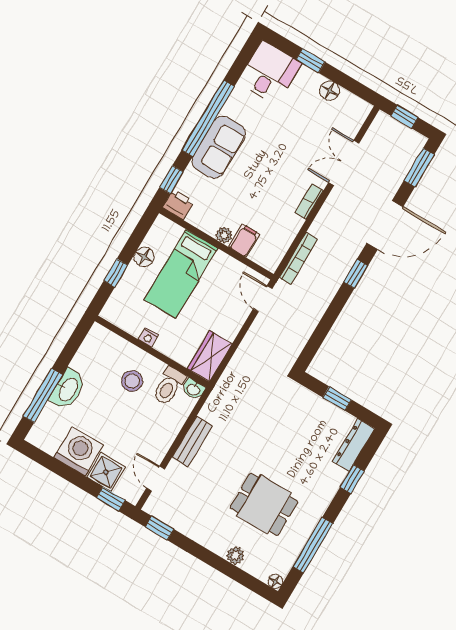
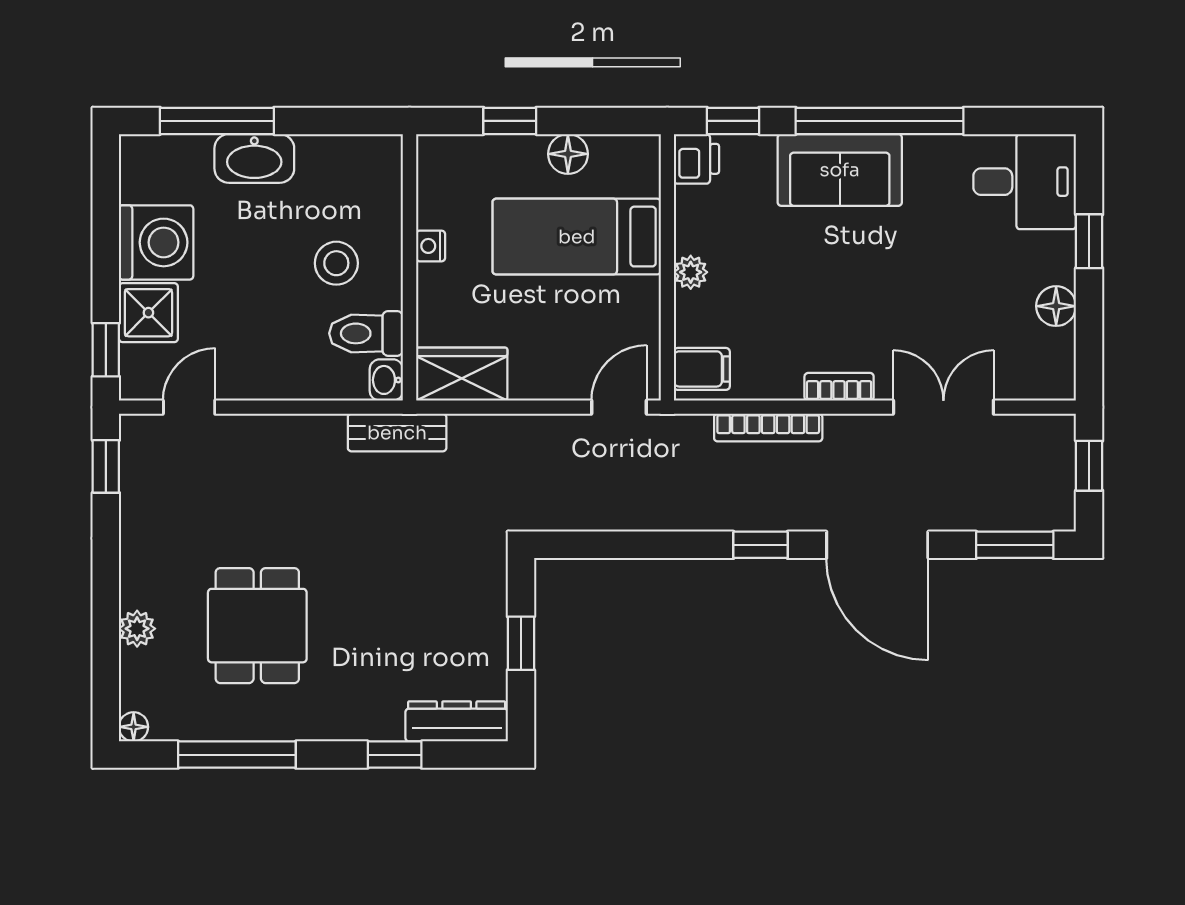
filing cabinet: (244, 241) -> (702, 369), moved
bookcase: (298, 258) -> (768, 428), moved
bench: (192, 441) -> (397, 433), moved

